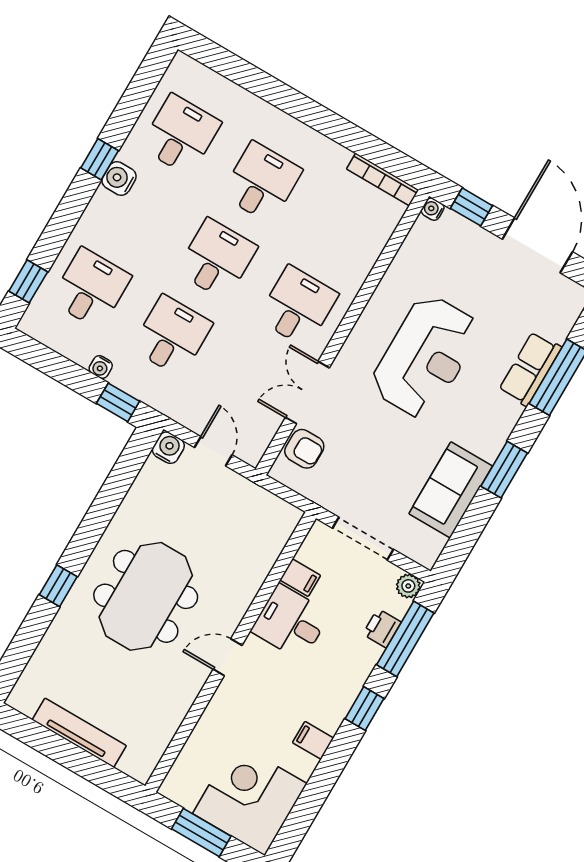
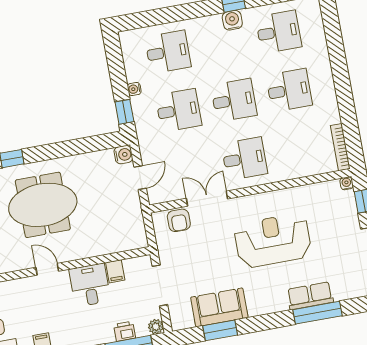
window: (28, 281) -> (146, 19), removed
reception desk: (425, 357) -> (273, 241), turned 180
window: (504, 470) -> (220, 330), moved

